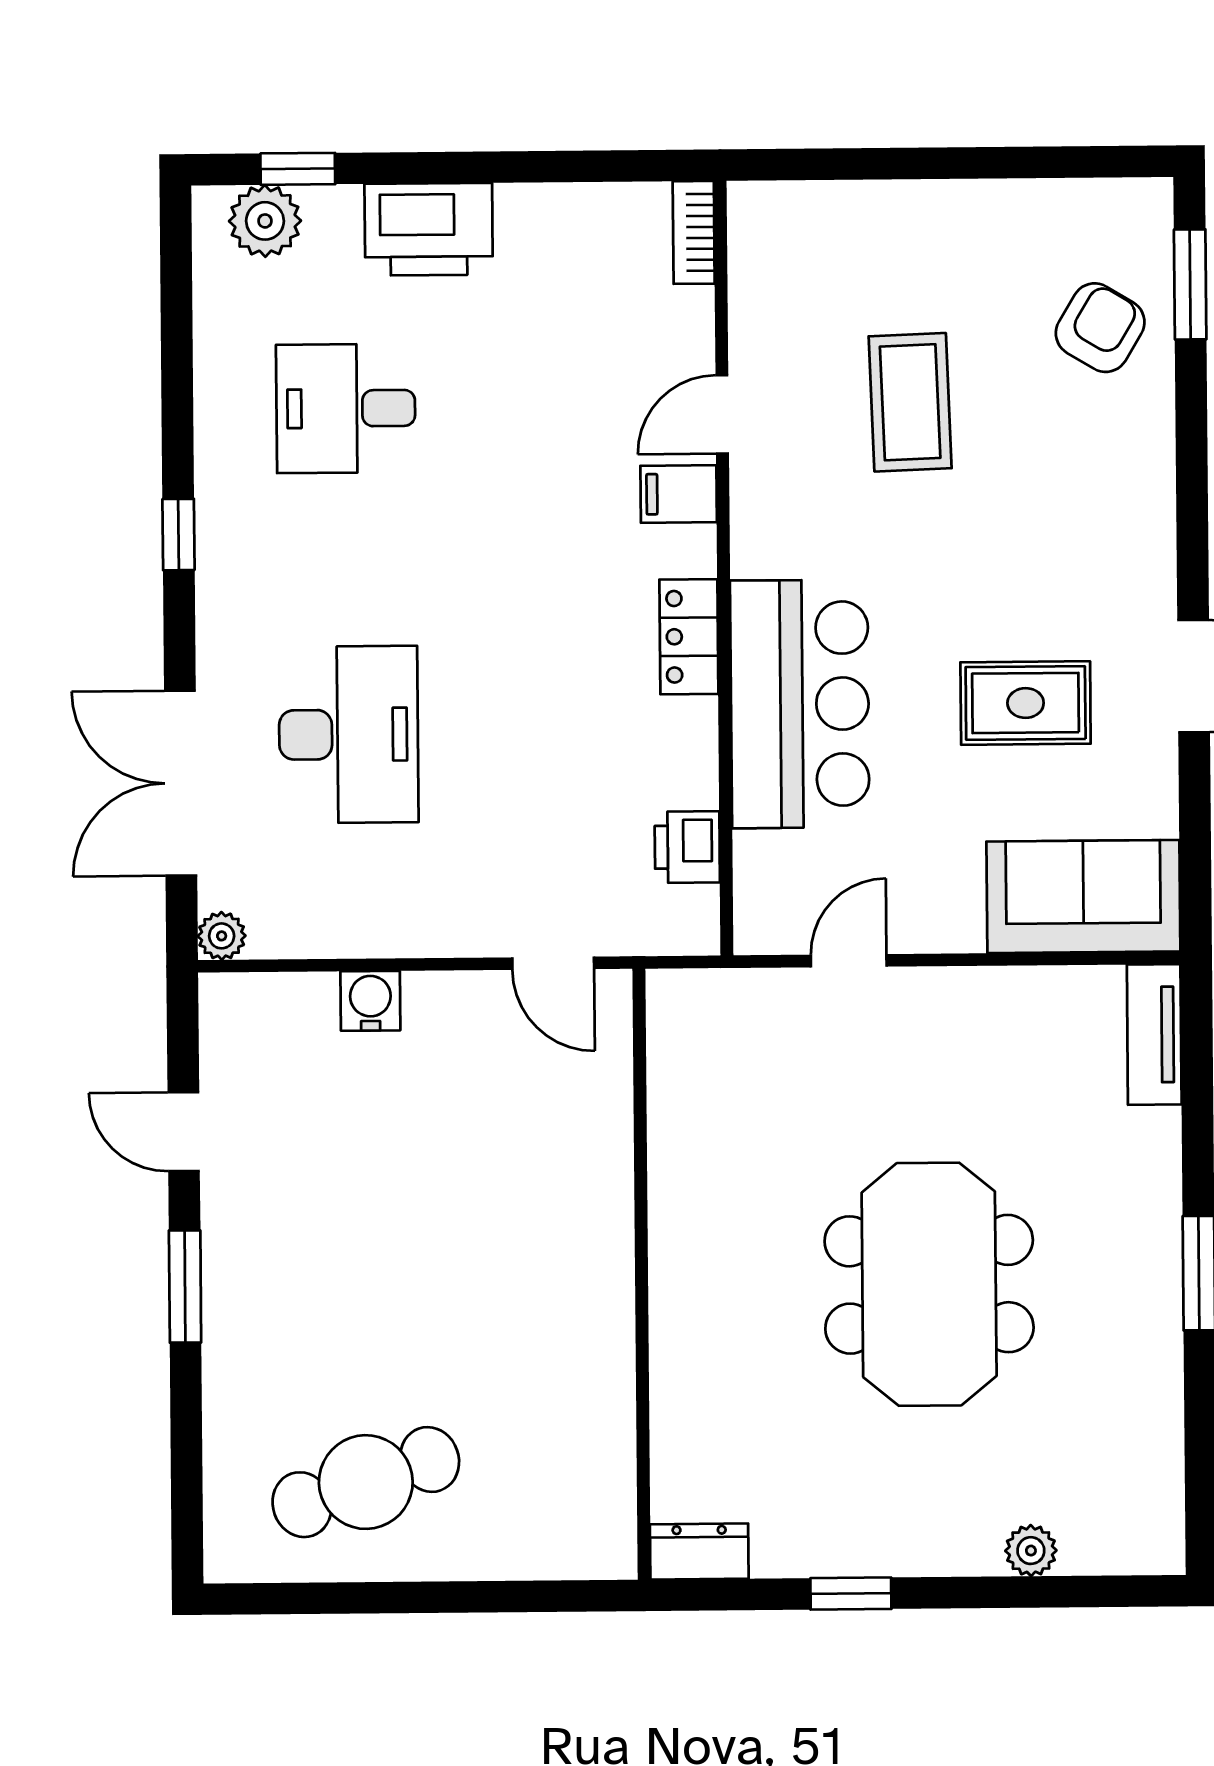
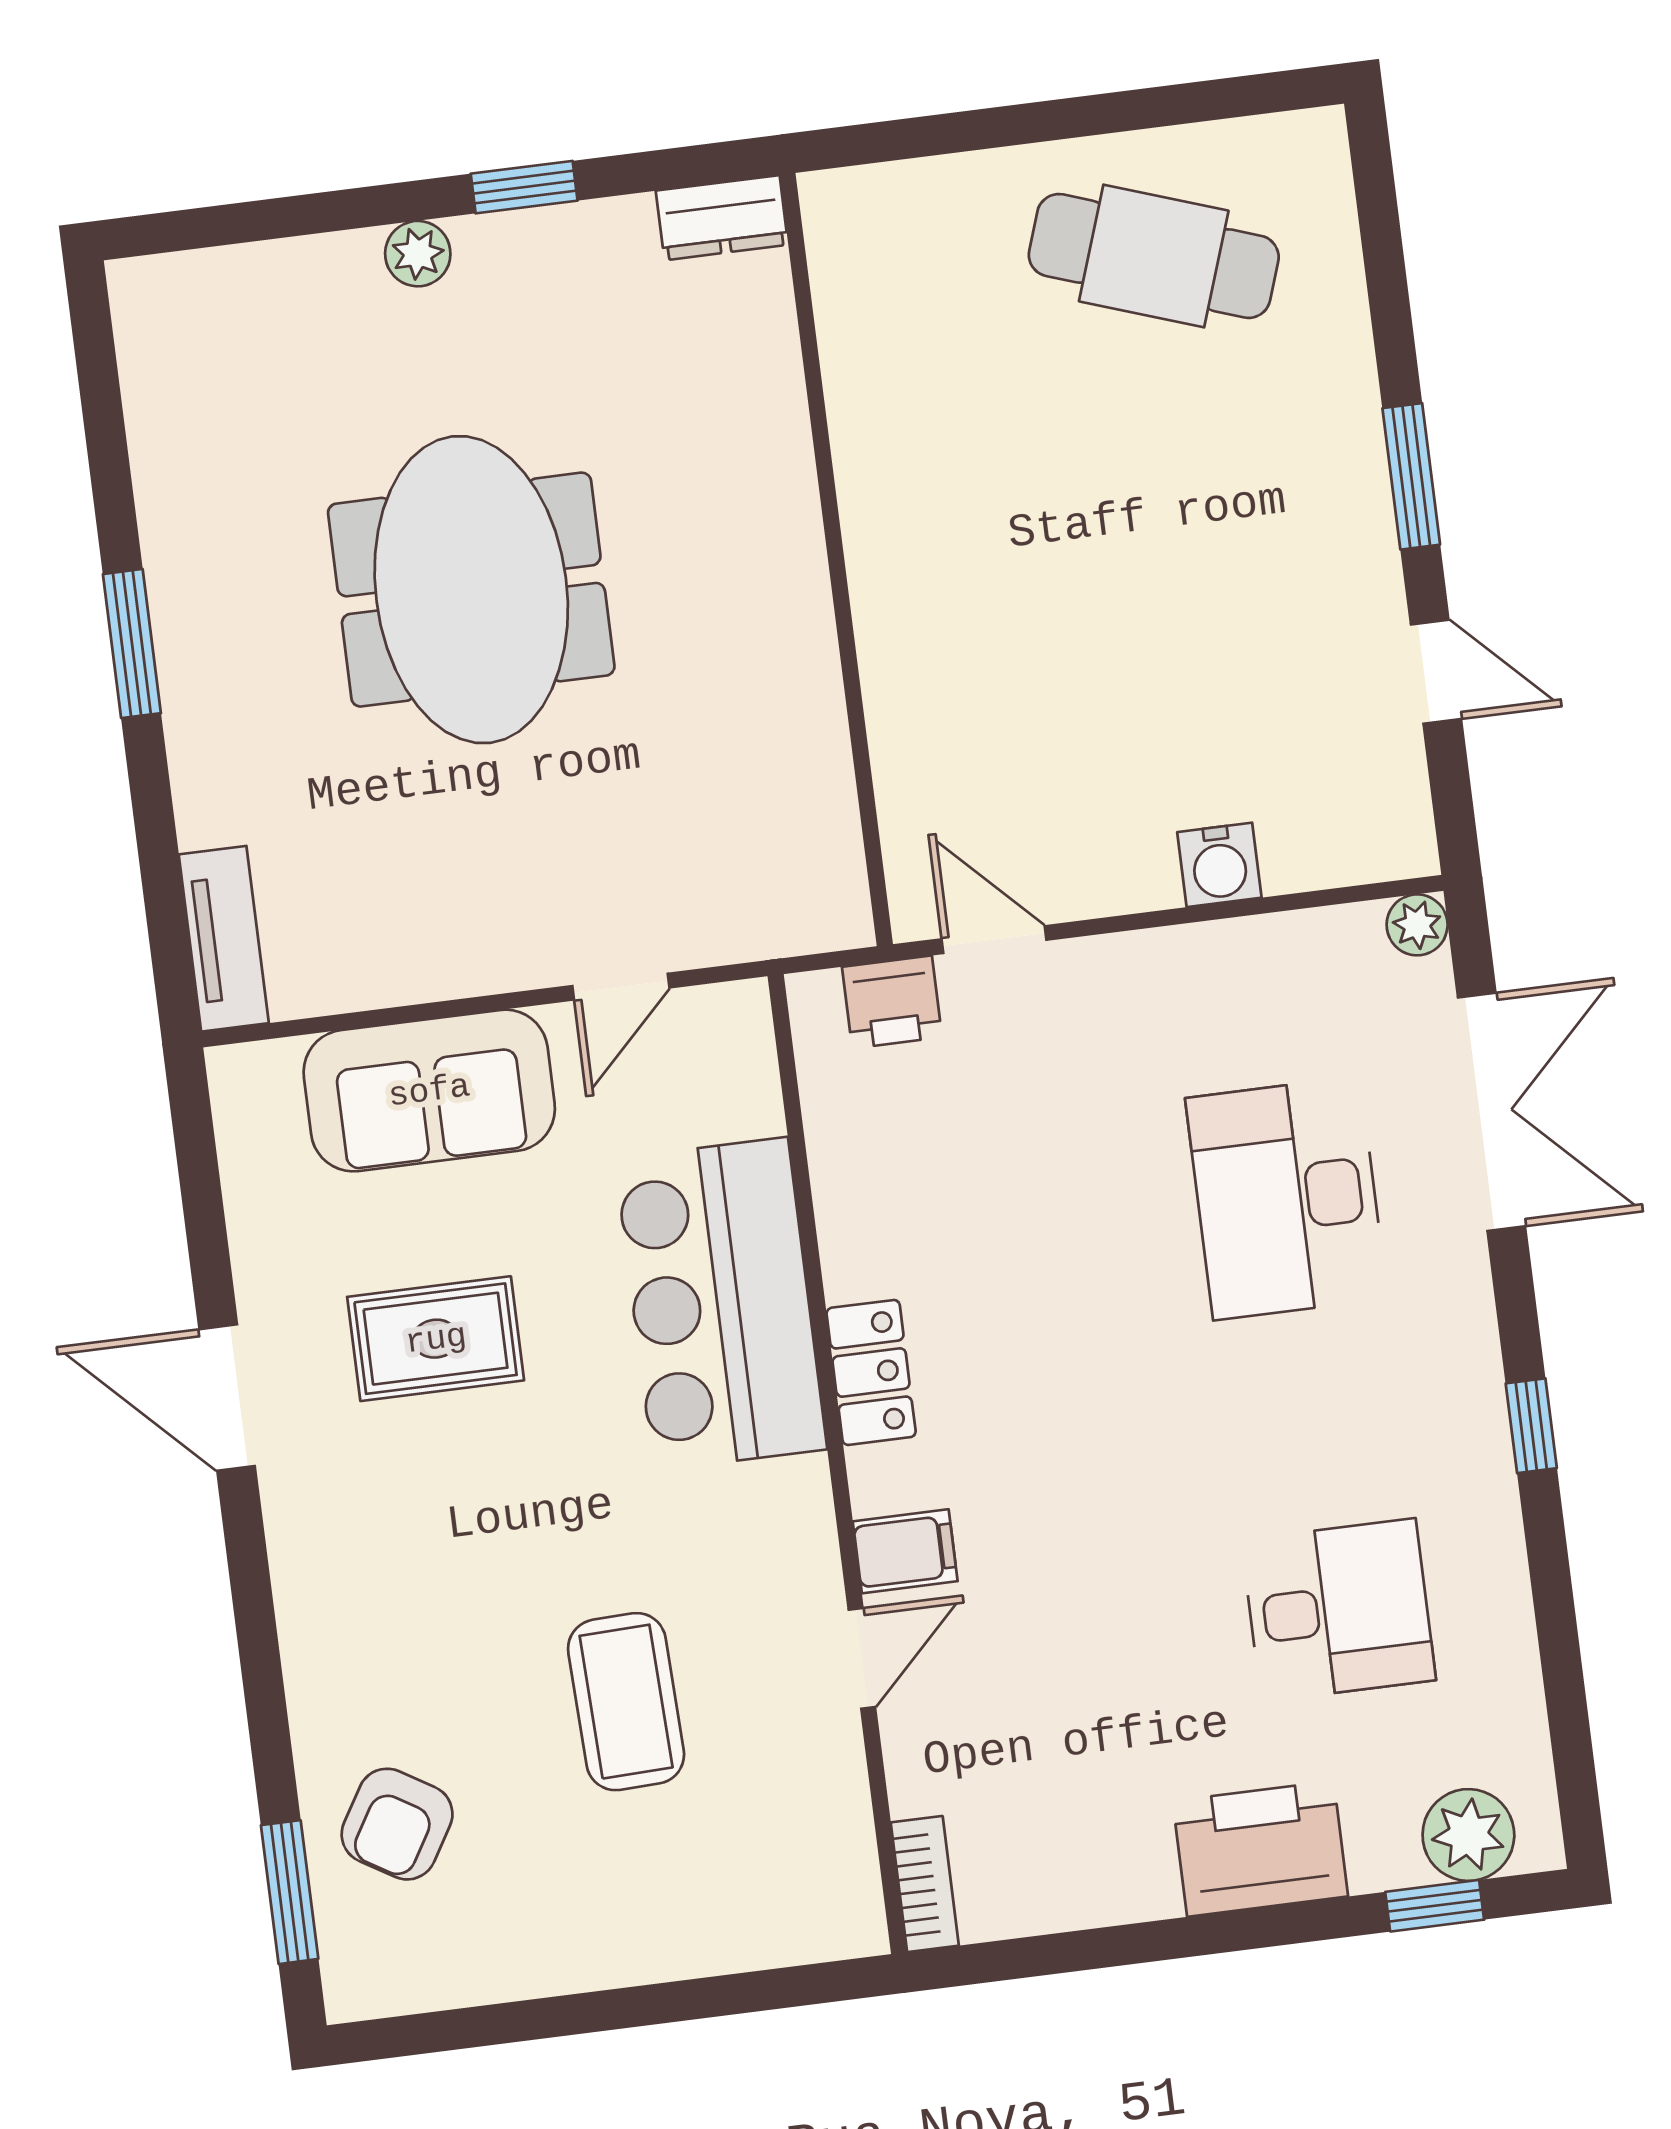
printer: (687, 847) -> (892, 1002), moved, turned 90
sofa: (1083, 897) -> (429, 1091), moved
cafe table: (366, 1482) -> (1154, 256), turned 38
plant: (1031, 1551) -> (418, 254), moved

